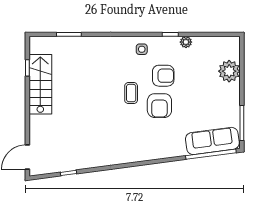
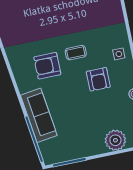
armchair: (159, 106) -> (47, 66), moved
sofa: (212, 141) -> (39, 115), moved

